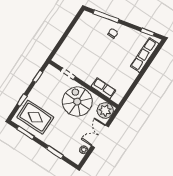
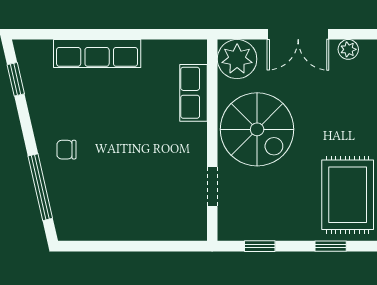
row of seats: (145, 55) -> (97, 53), moved
spiral stairs: (77, 102) -> (257, 129), turned -90

